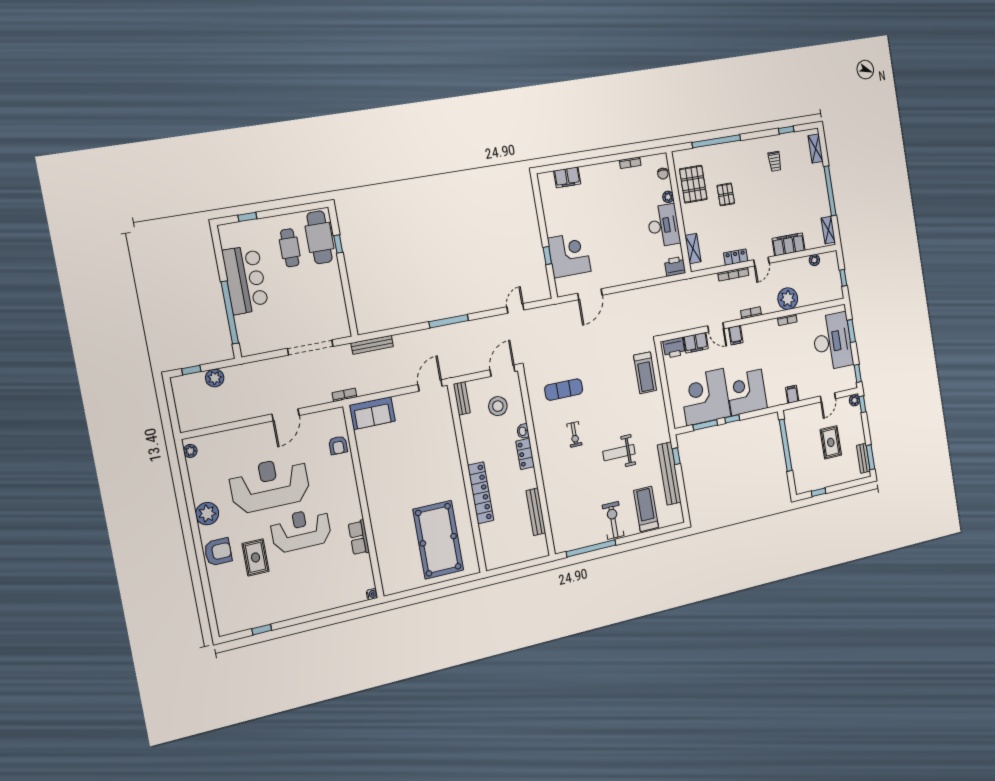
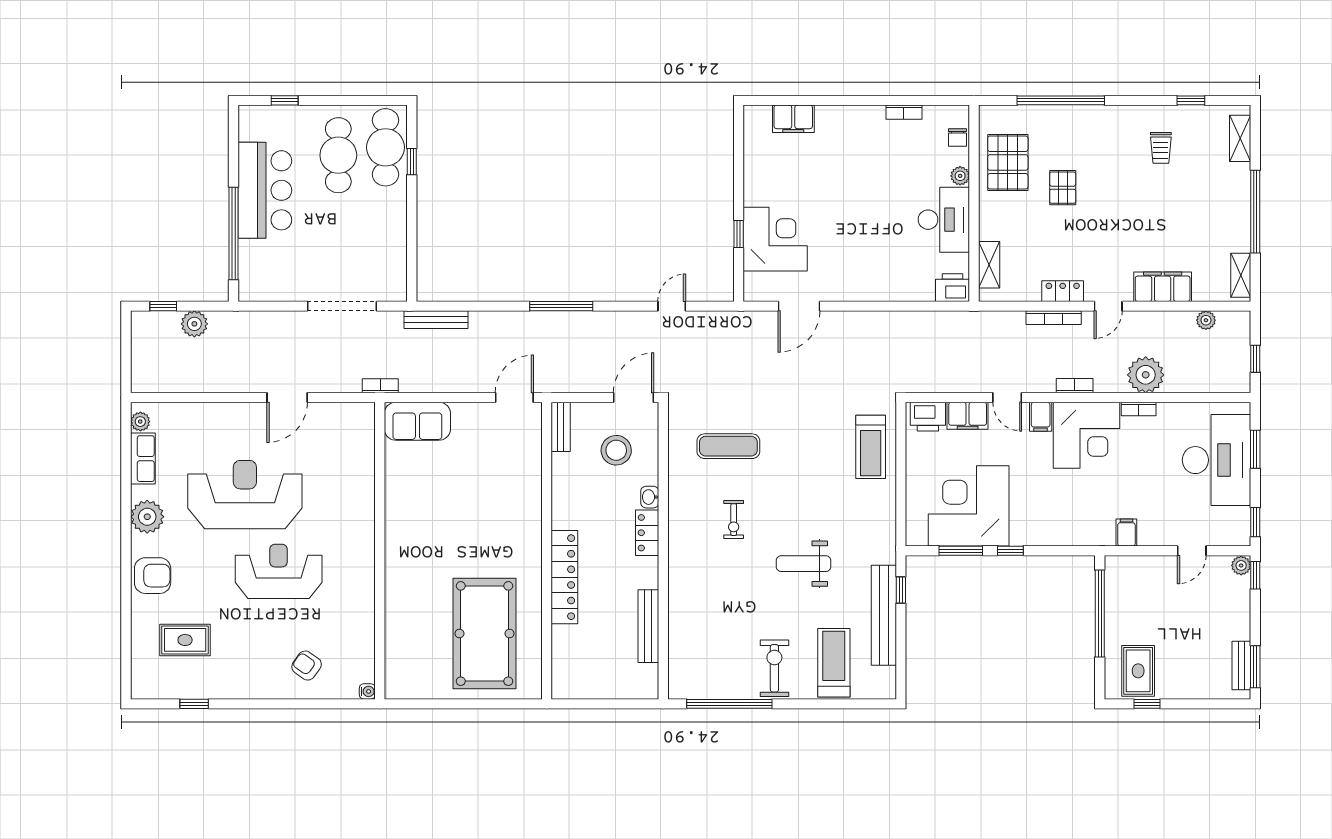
cafe table: (290, 248) -> (338, 155), width x1.37, depth x1.35
corner desk: (747, 392) -> (1087, 435), moved, turned 180
rug: (831, 442) -> (1138, 671), moved
armchair: (338, 445) -> (307, 666), moved, turned 125
row of seats: (359, 538) -> (143, 459), moved, turned 180
rug: (256, 557) -> (185, 640), moved, turned 90

